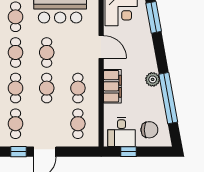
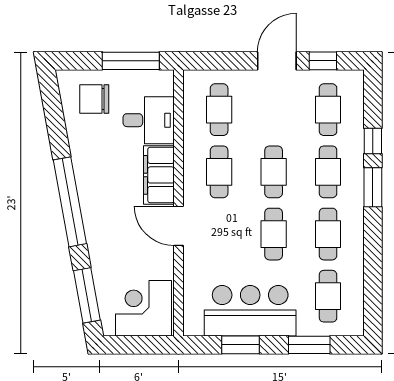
door: (101, 47) -> (178, 226), moved
plant: (153, 79) -> (89, 187), removed
window: (168, 98) -> (70, 202), moved
desk: (121, 132) -> (149, 120), moved, turned 90
window: (128, 152) -> (131, 61), width x2.17

